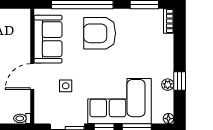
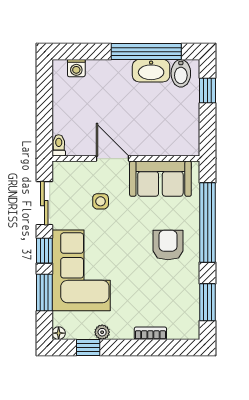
bookcase: (169, 21) -> (150, 333), moved
armchair: (100, 33) -> (168, 245), width x0.73, depth x0.73
window: (180, 81) -> (88, 348), moved

